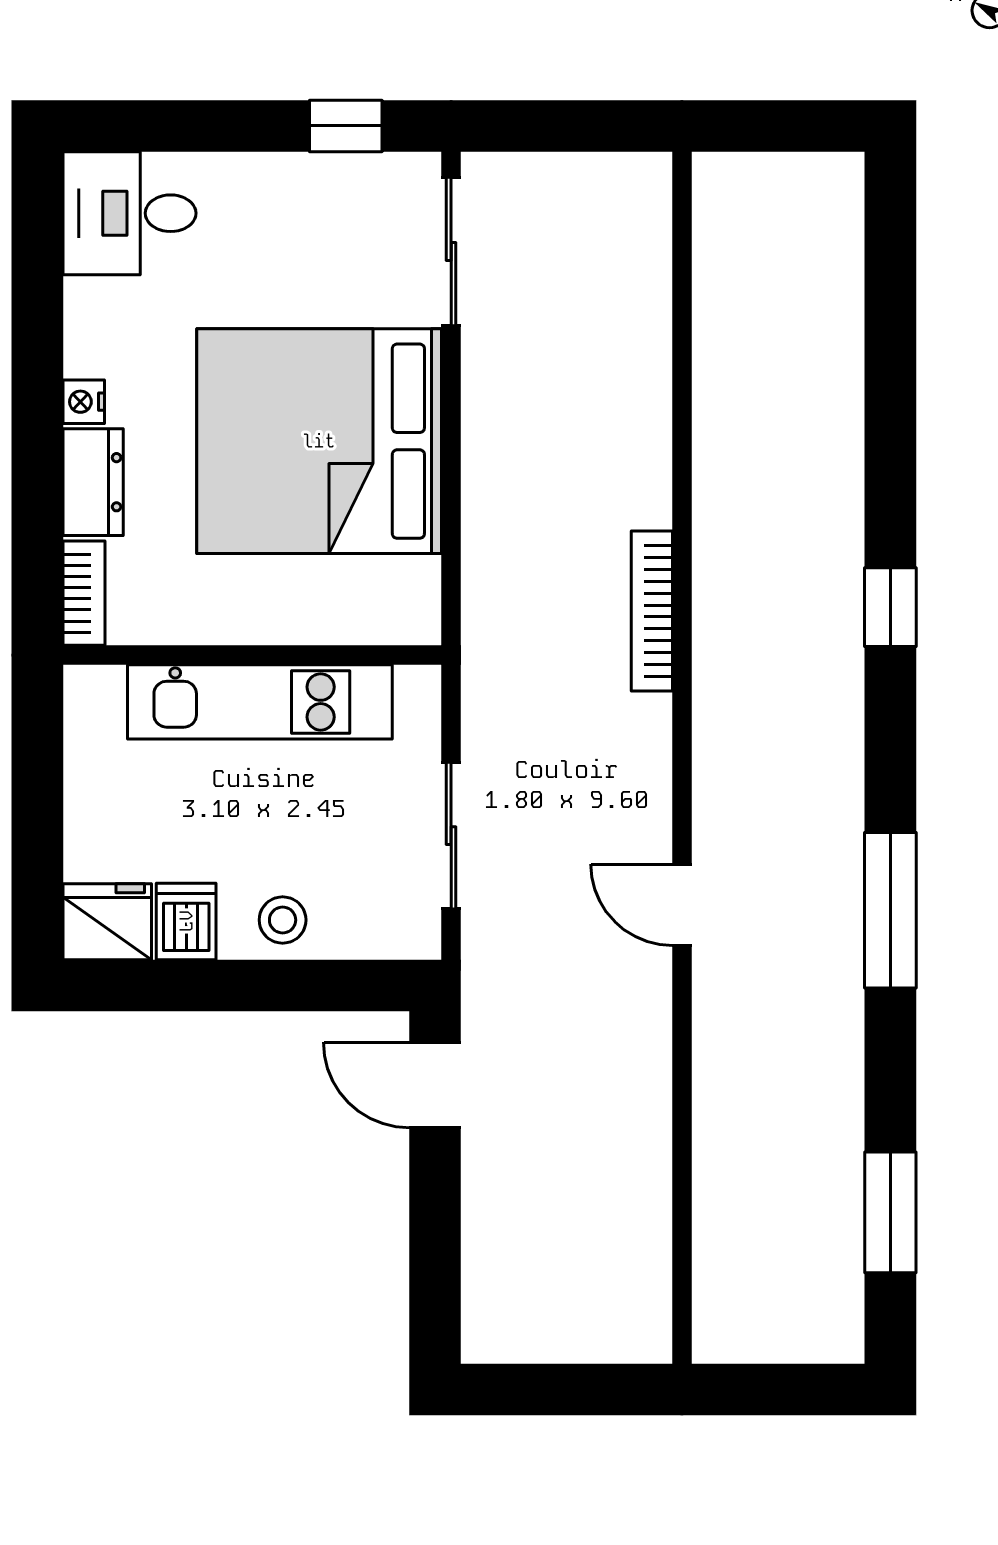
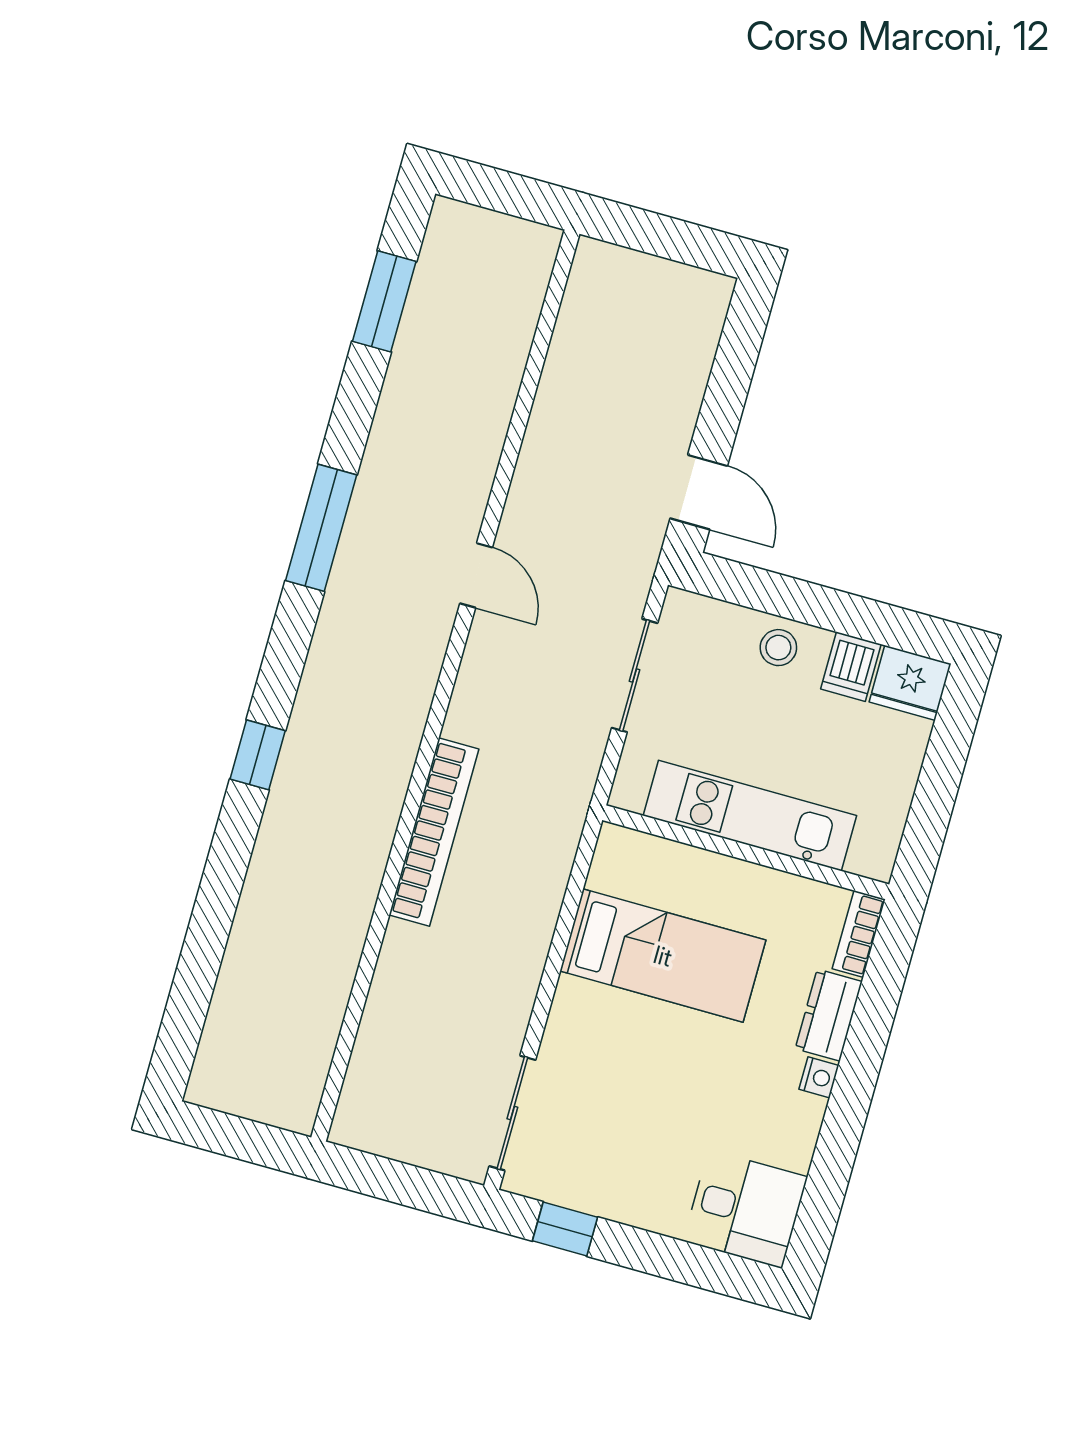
bed: (319, 441) -> (663, 956), width x0.49
bookcase: (652, 611) -> (434, 832), width x1.48, depth x1.31

